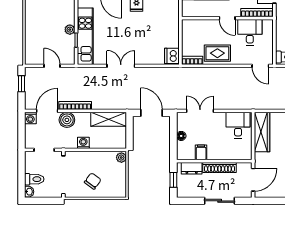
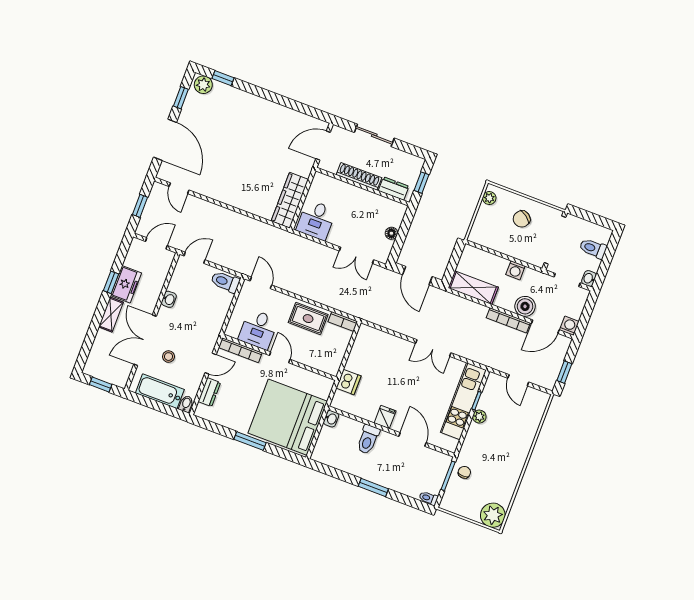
dishwasher: (172, 56) -> (348, 382), moved
filing cabinet: (201, 152) -> (375, 204), removed
plant: (121, 158) -> (489, 198), moved
washbasin: (29, 192) -> (589, 278), moved

